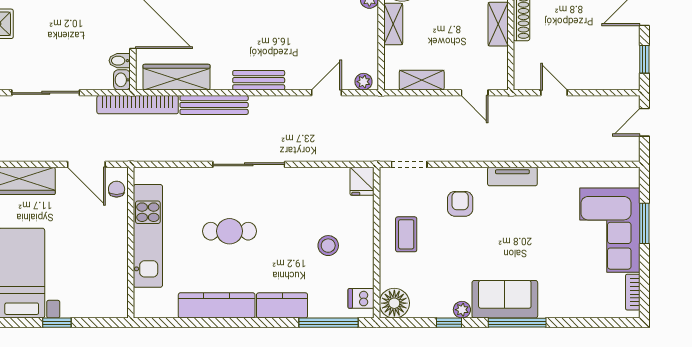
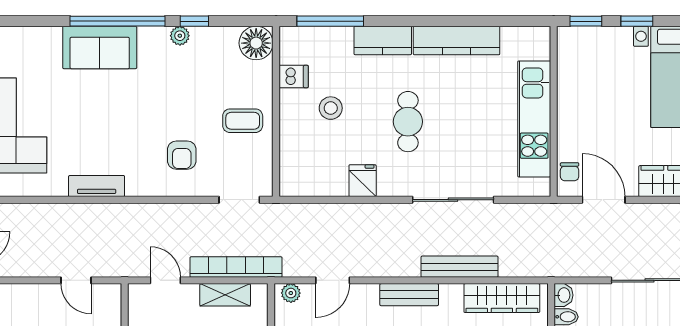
bookcase: (138, 105) -> (236, 267), moved
sliding door: (249, 164) -> (453, 200), moved
tv unit: (512, 176) -> (97, 186), moved
fridge: (362, 181) -> (363, 181), moved
cafe table: (229, 231) -> (408, 122), moved, turned 90
coffee table: (406, 234) -> (243, 121), turned 90
dishwasher: (361, 298) -> (294, 77), moved
sofa: (505, 299) -> (100, 47), moved
window: (102, 323) -> (586, 21), added
window: (517, 323) -> (117, 21), width x1.46

